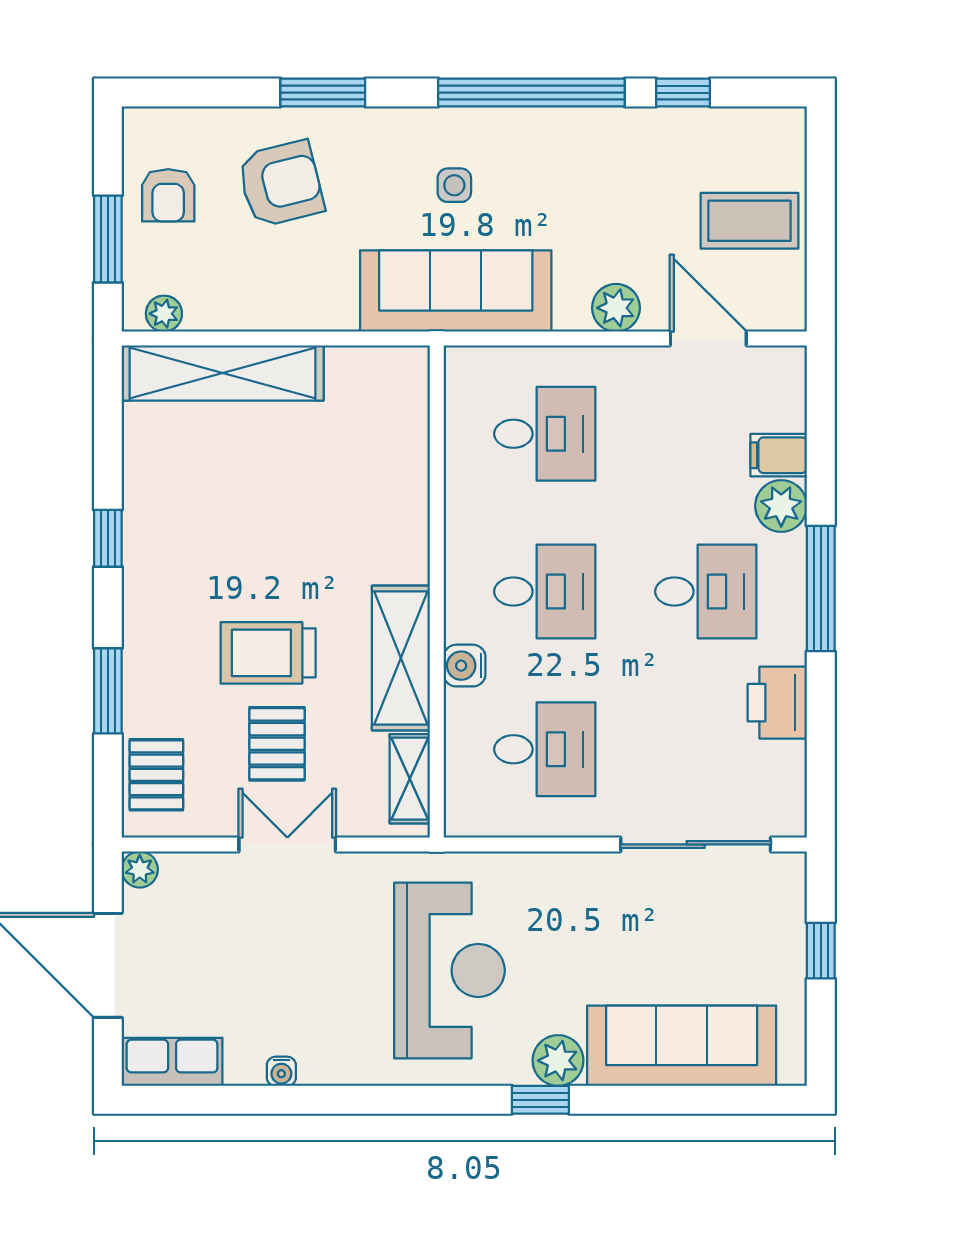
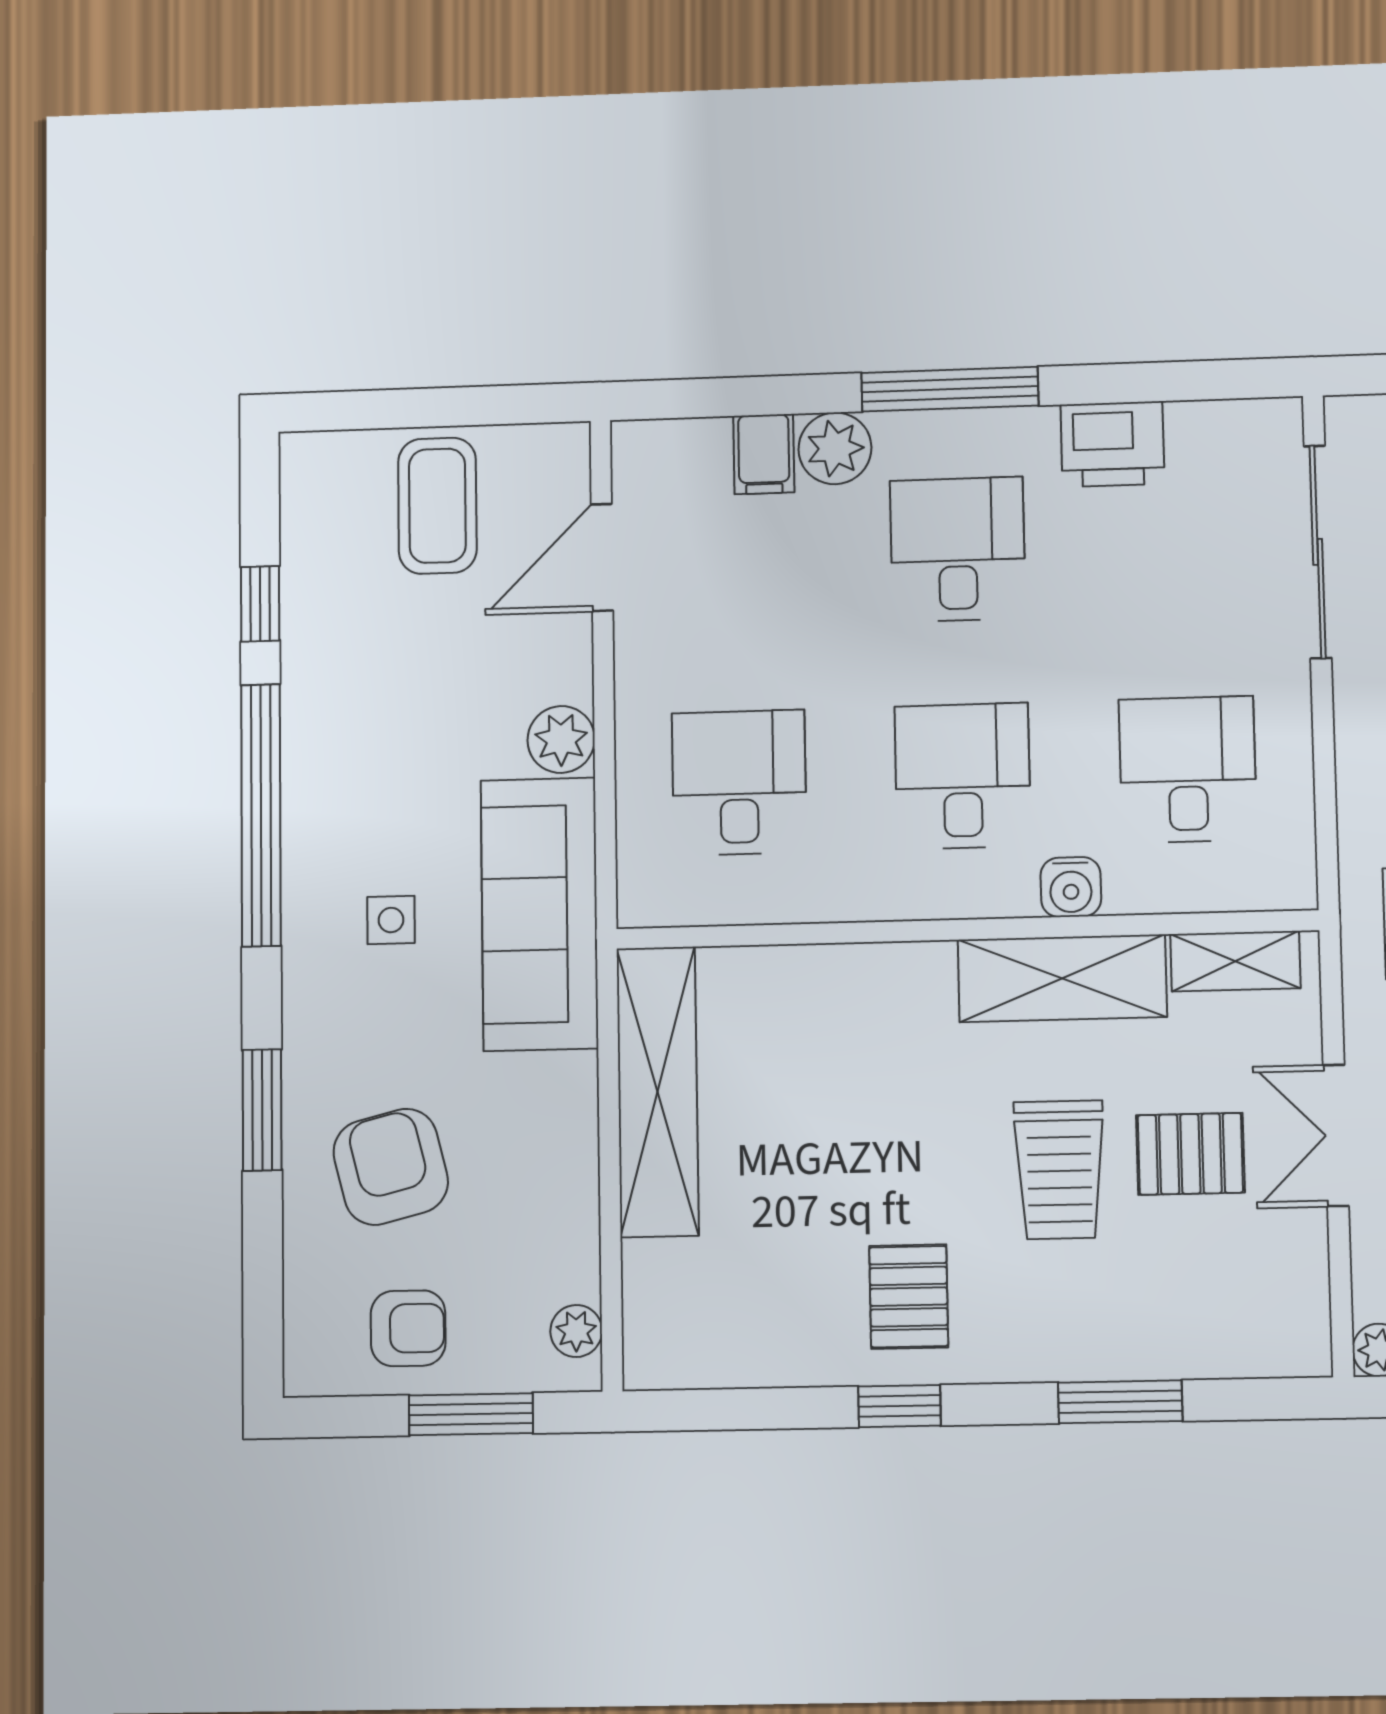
plant: (616, 308) -> (561, 739), moved
shelving: (223, 373) -> (658, 1092), moved
pallet: (156, 775) -> (909, 1297), moved, turned 90

